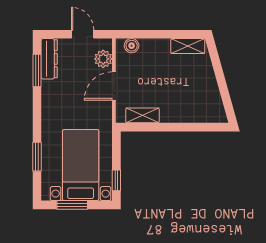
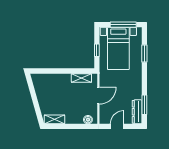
door: (83, 34) -> (117, 126), swing flipped
plant: (103, 59) -> (105, 112), removed
window: (116, 180) -> (97, 50), moved
window: (72, 205) -> (123, 25), width x1.44

